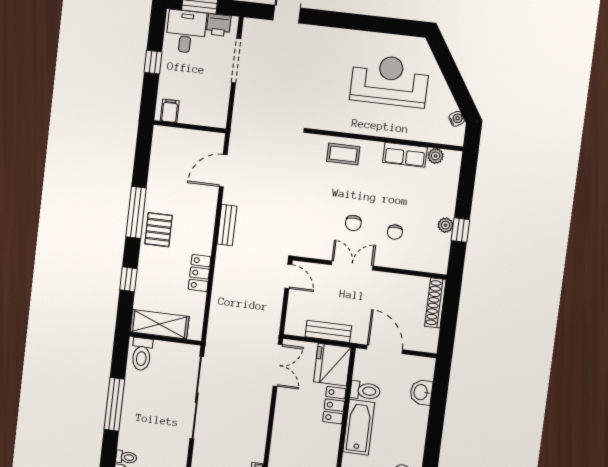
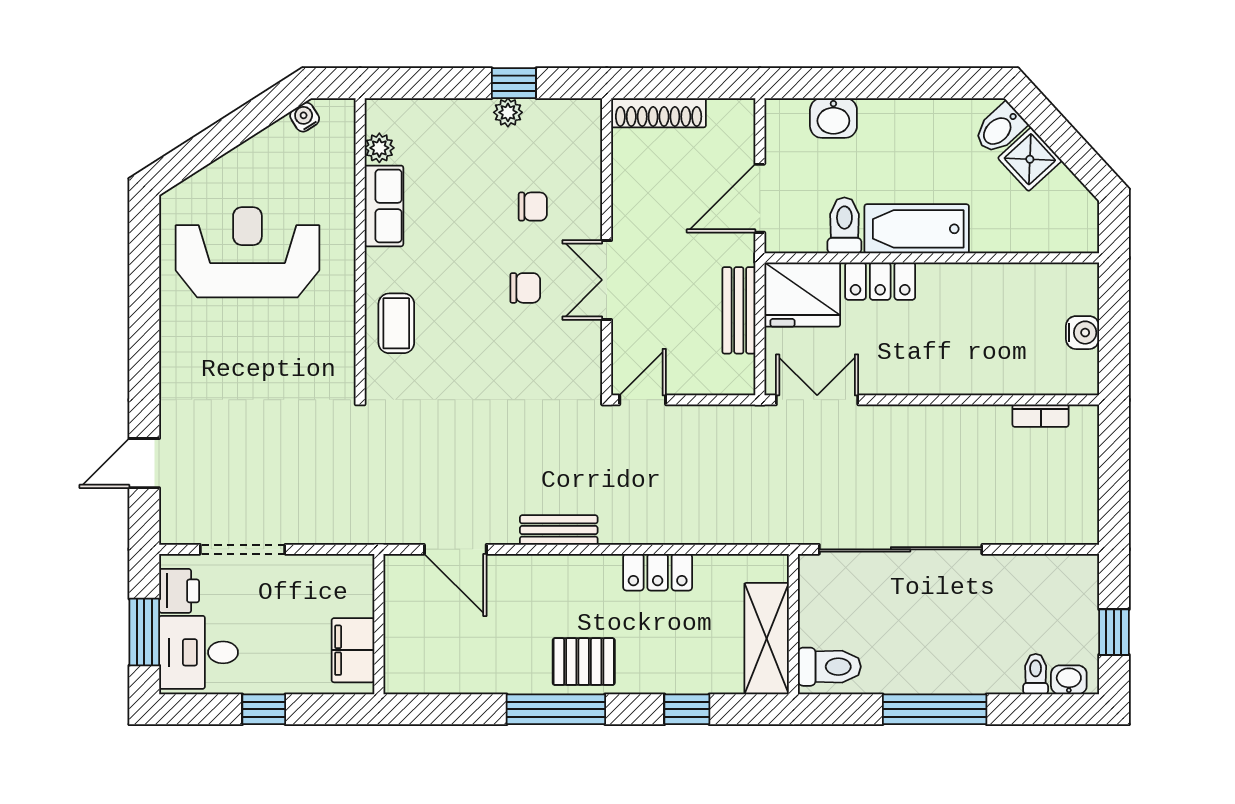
reception desk: (390, 81) -> (247, 252), turned 90
filing cabinet: (170, 111) -> (353, 650), width x2.00

